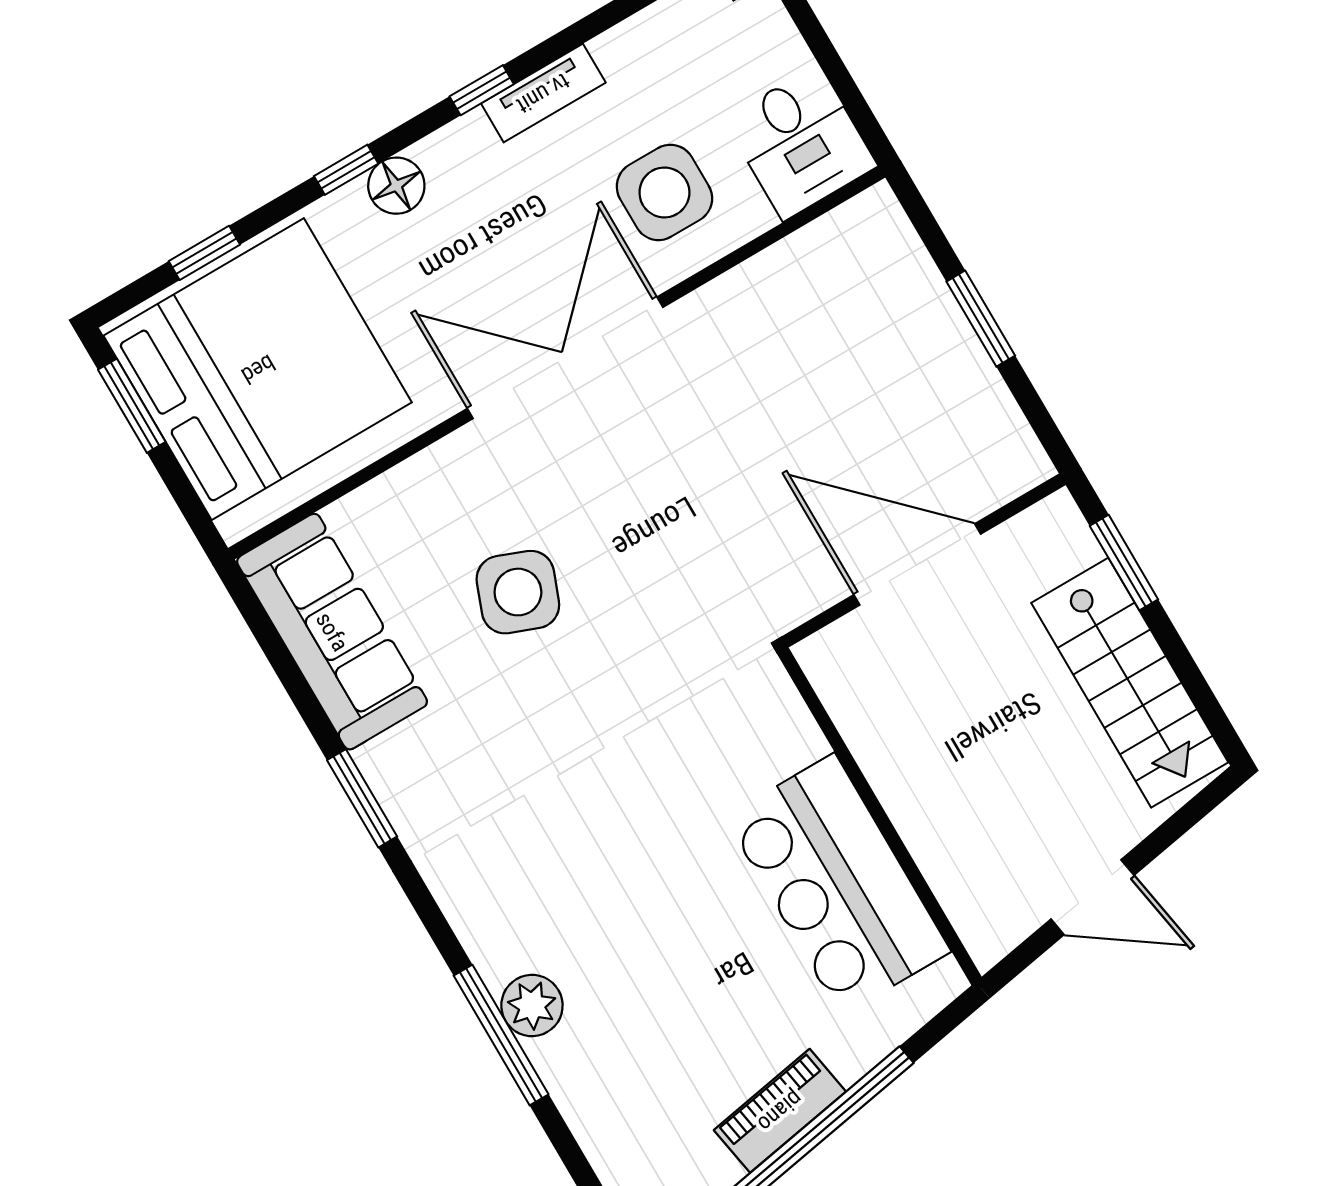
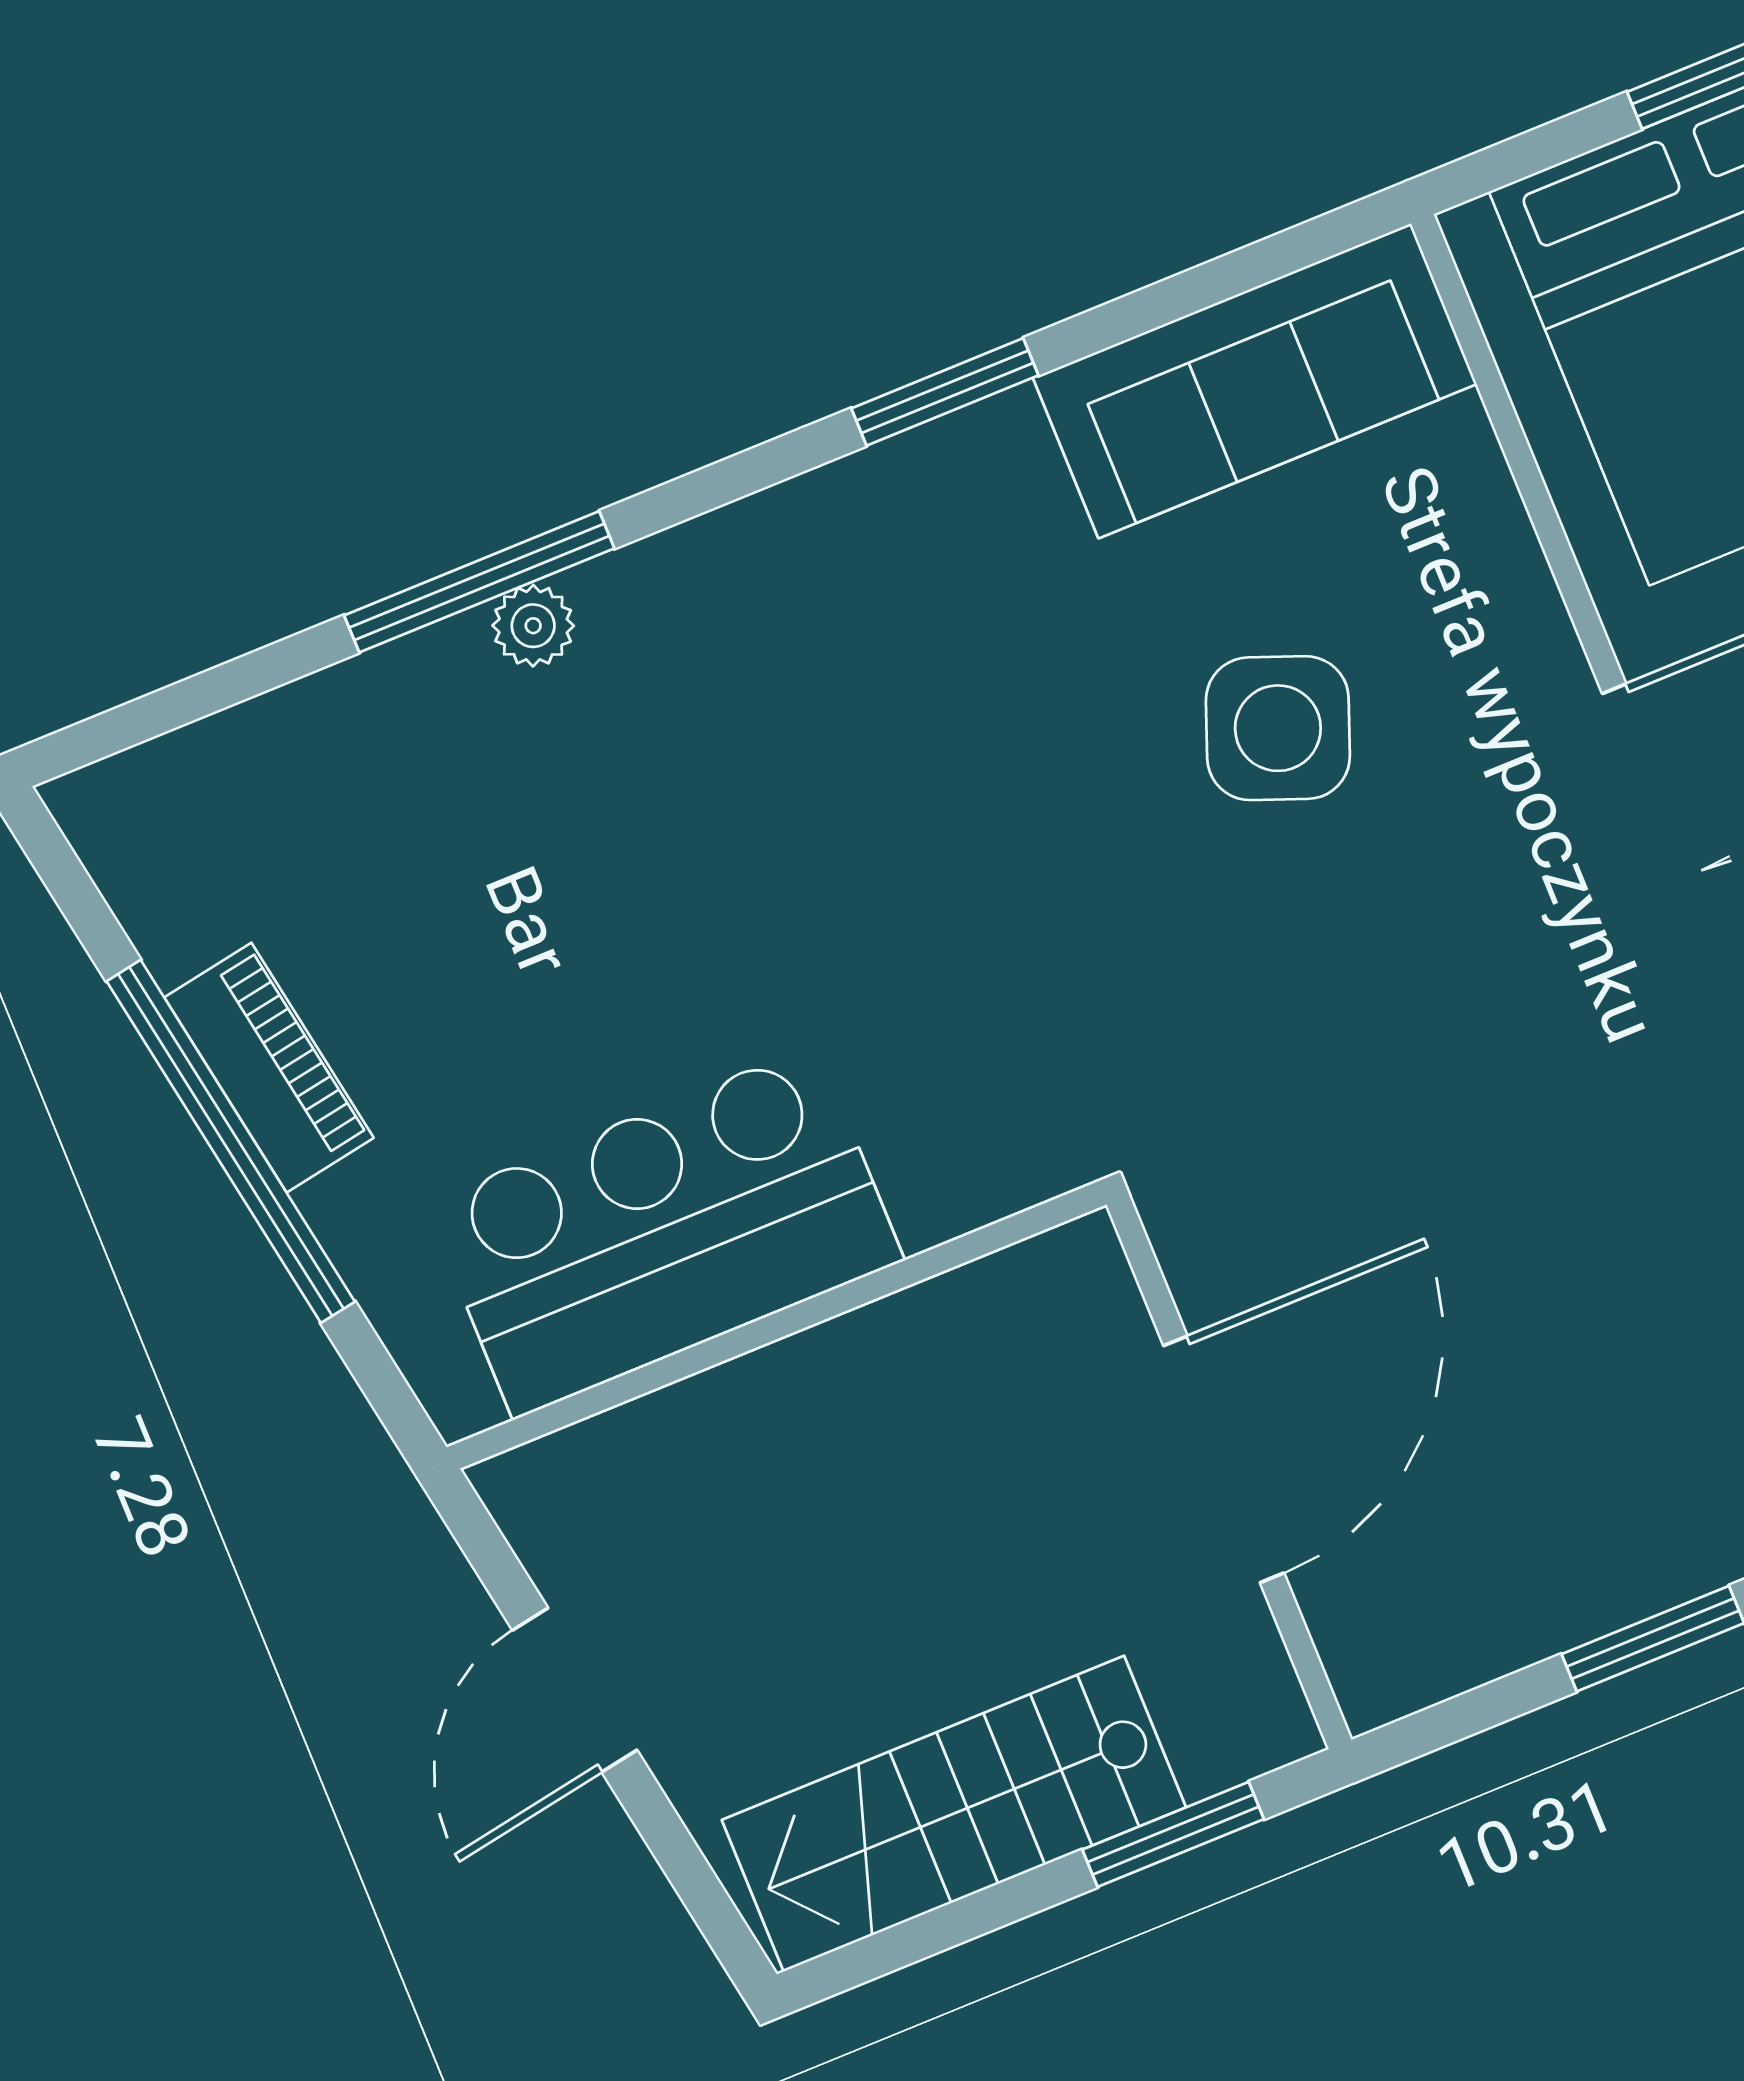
plant: (532, 1006) -> (533, 626), width x0.73, depth x0.73

